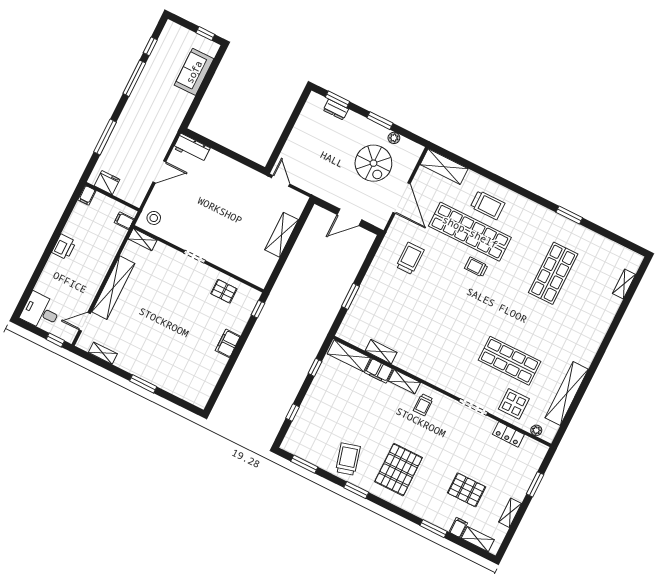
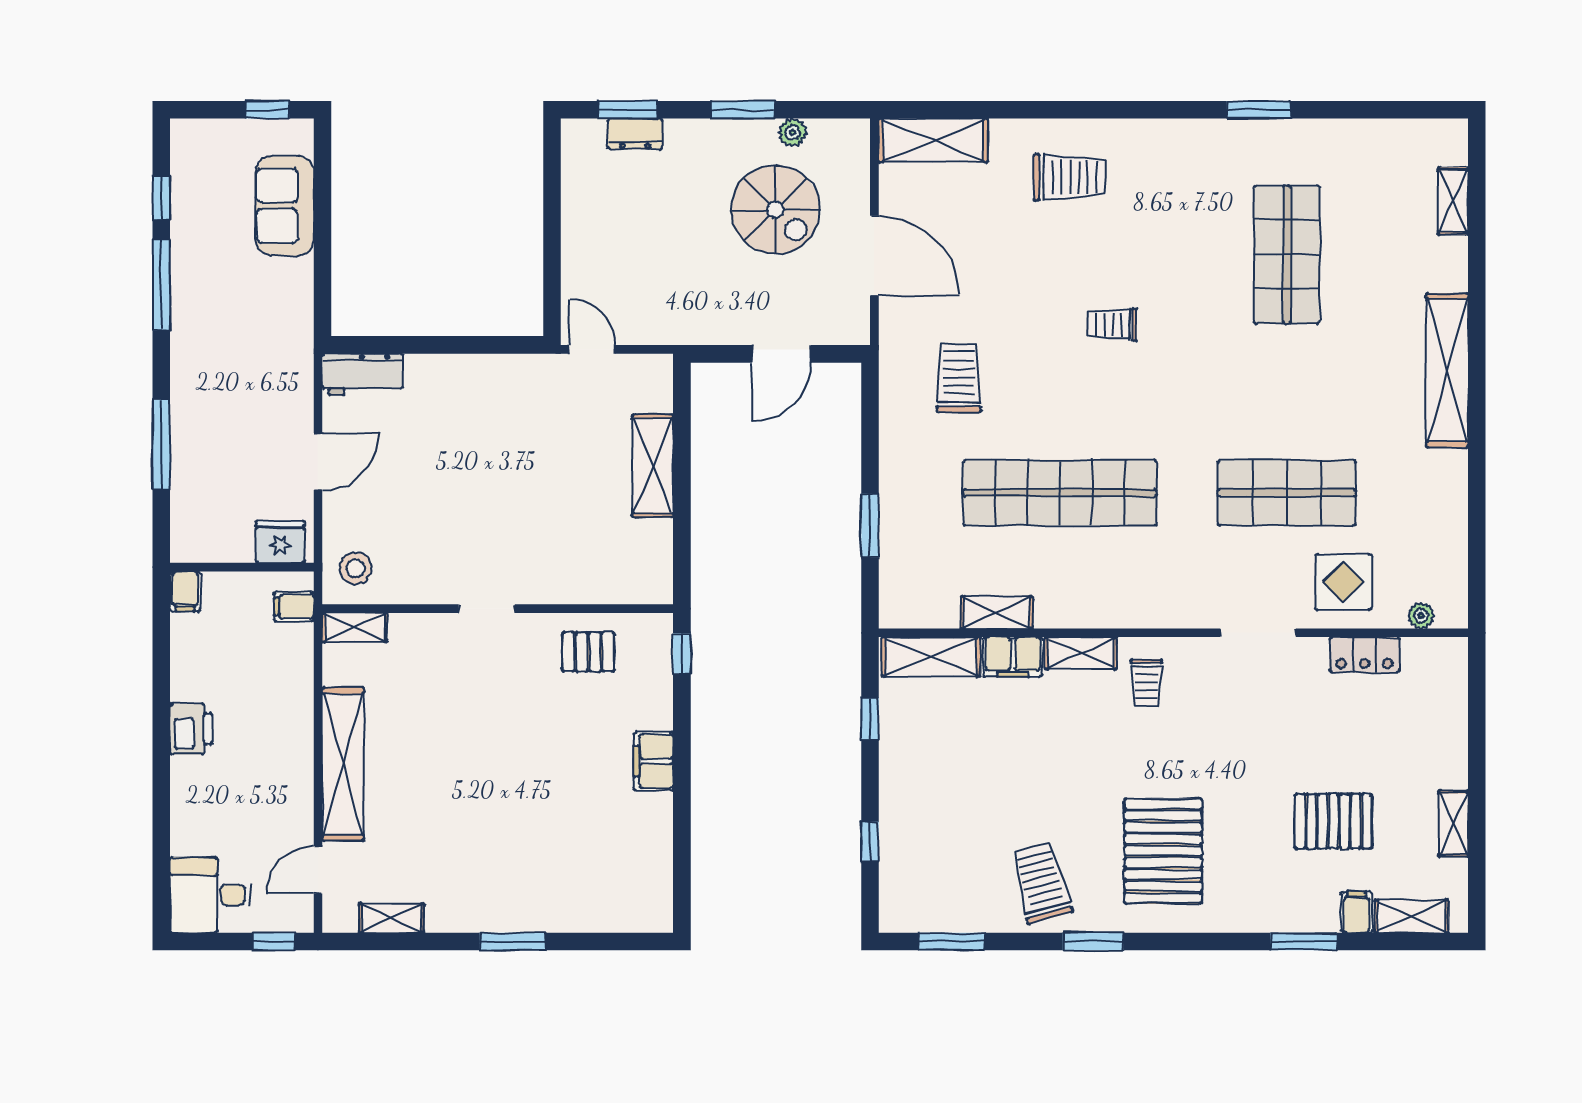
fridge: (107, 183) -> (280, 542), moved
shop shelf: (470, 232) -> (1060, 493), moved
shelving: (567, 394) -> (1447, 370), moved
window: (535, 484) -> (1477, 734), removed

